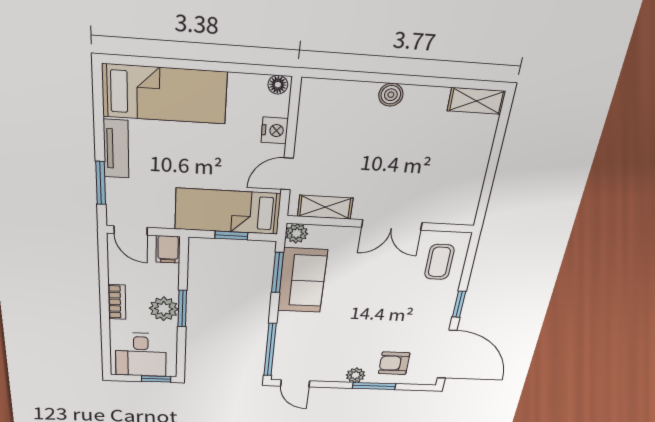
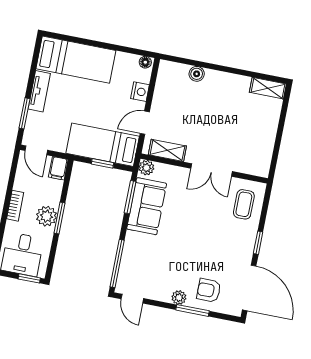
boiler: (391, 95) -> (197, 74), moved

